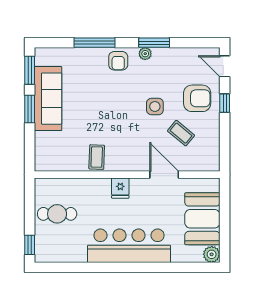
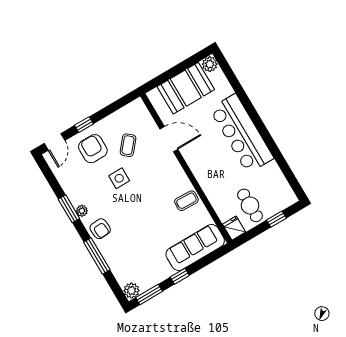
plant: (43, 56) -> (131, 291), added
armchair: (118, 61) -> (100, 229), turned 86
sofa: (48, 99) -> (195, 247), moved
window: (30, 109) -> (180, 276), width x0.67
door: (164, 175) -> (169, 139), swing flipped
fridge: (120, 188) -> (234, 228), moved, turned -90
window: (30, 245) -> (276, 219), moved

